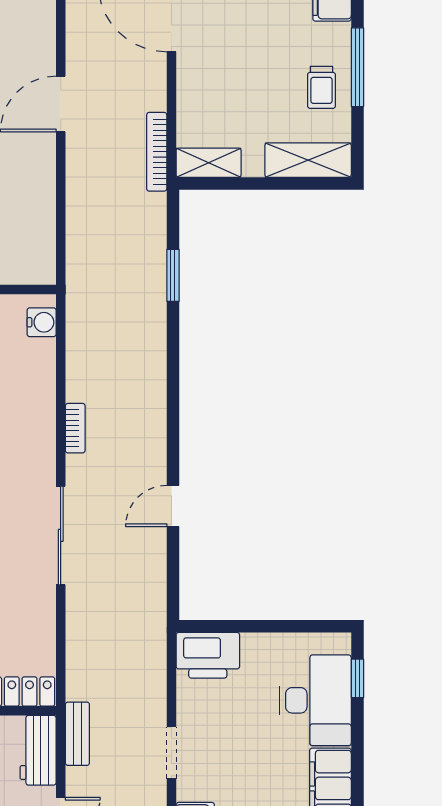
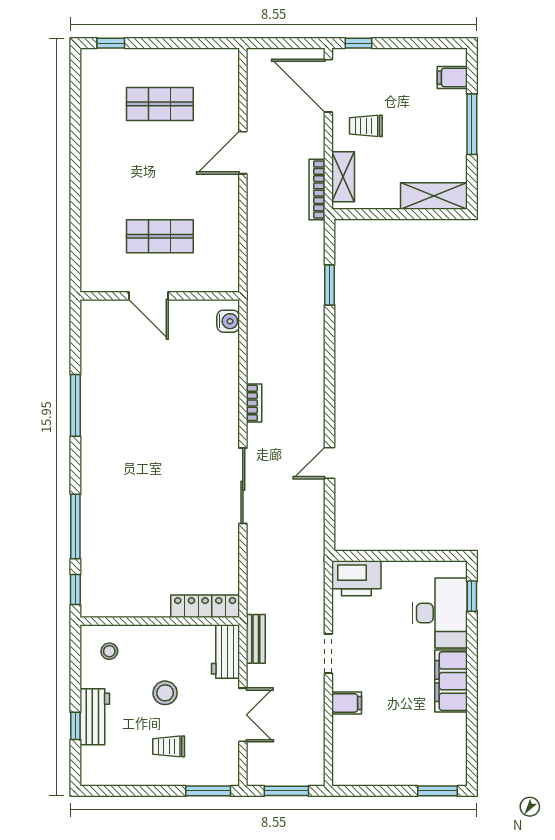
trolley: (321, 87) -> (366, 126), moved, turned 90
shelving: (209, 163) -> (343, 177), moved, turned 90

